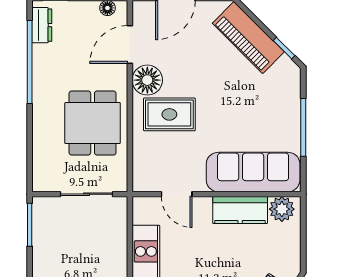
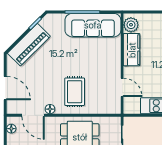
floor lamp: (147, 80) -> (50, 109), width x0.53, depth x0.53
sofa: (253, 172) -> (93, 25), moved, turned -90
door: (177, 194) -> (122, 87), hinge flipped

